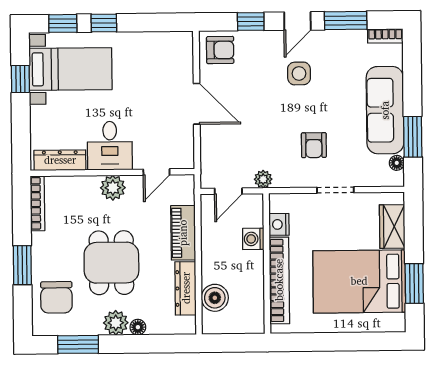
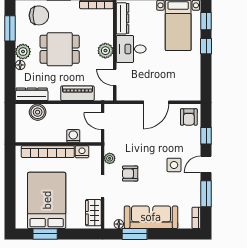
door: (297, 21) -> (206, 164), hinge flipped
plant: (263, 179) -> (110, 158), moved
wardrobe: (392, 226) -> (93, 213), moved, turned -90
dresser: (186, 288) -> (32, 94), moved
chair: (56, 297) -> (39, 15), turned 180

